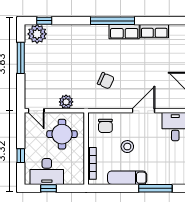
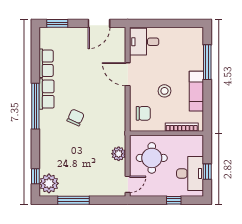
chair: (106, 81) -> (76, 117), moved

